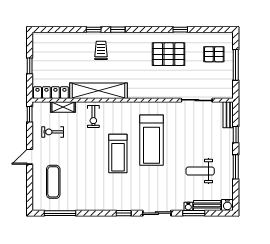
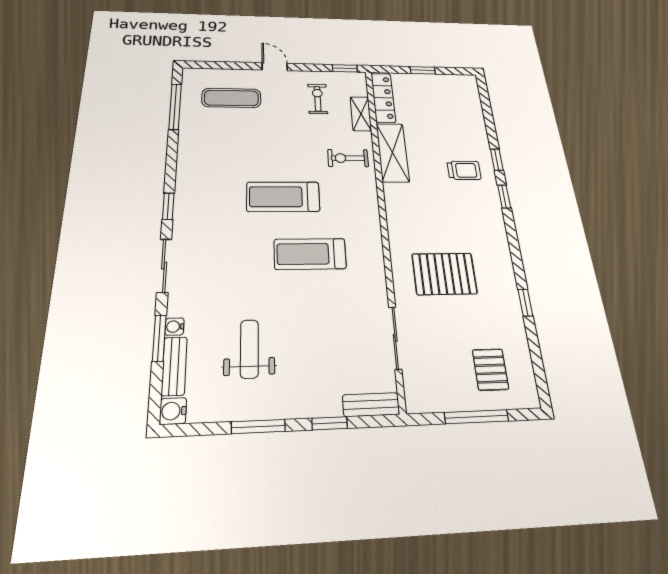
pallet: (169, 54) -> (444, 274), moved, turned 90
shelving: (99, 91) -> (393, 152), width x0.68
treadmill: (151, 140) -> (310, 254), width x0.73, depth x0.73

